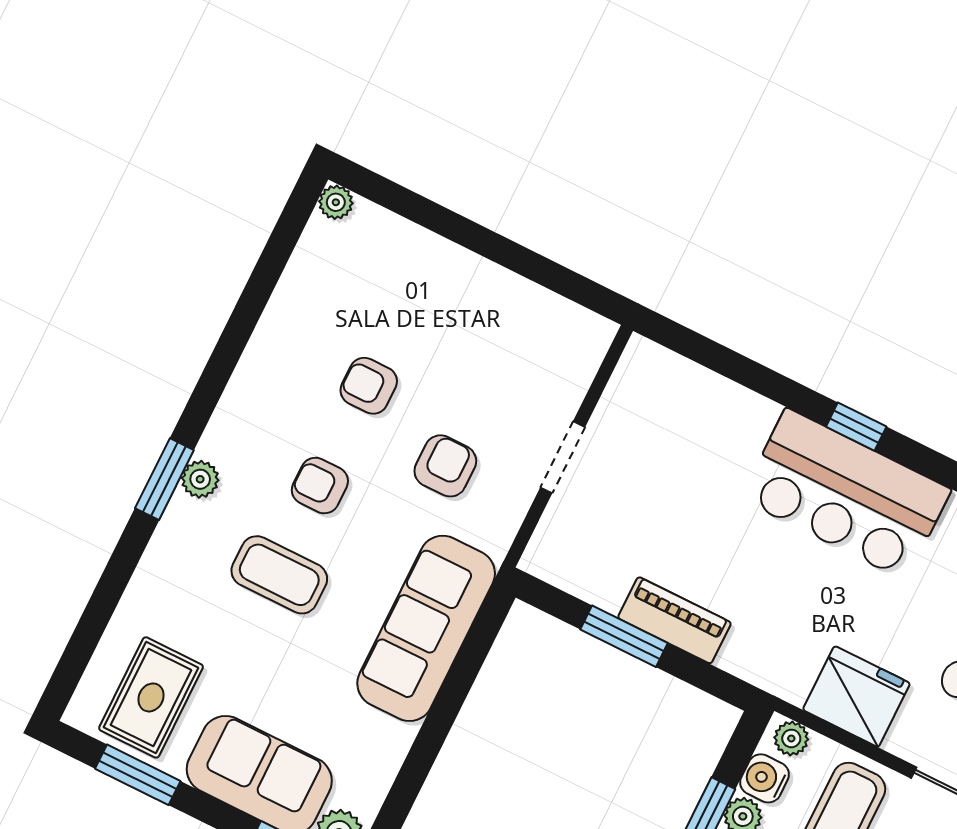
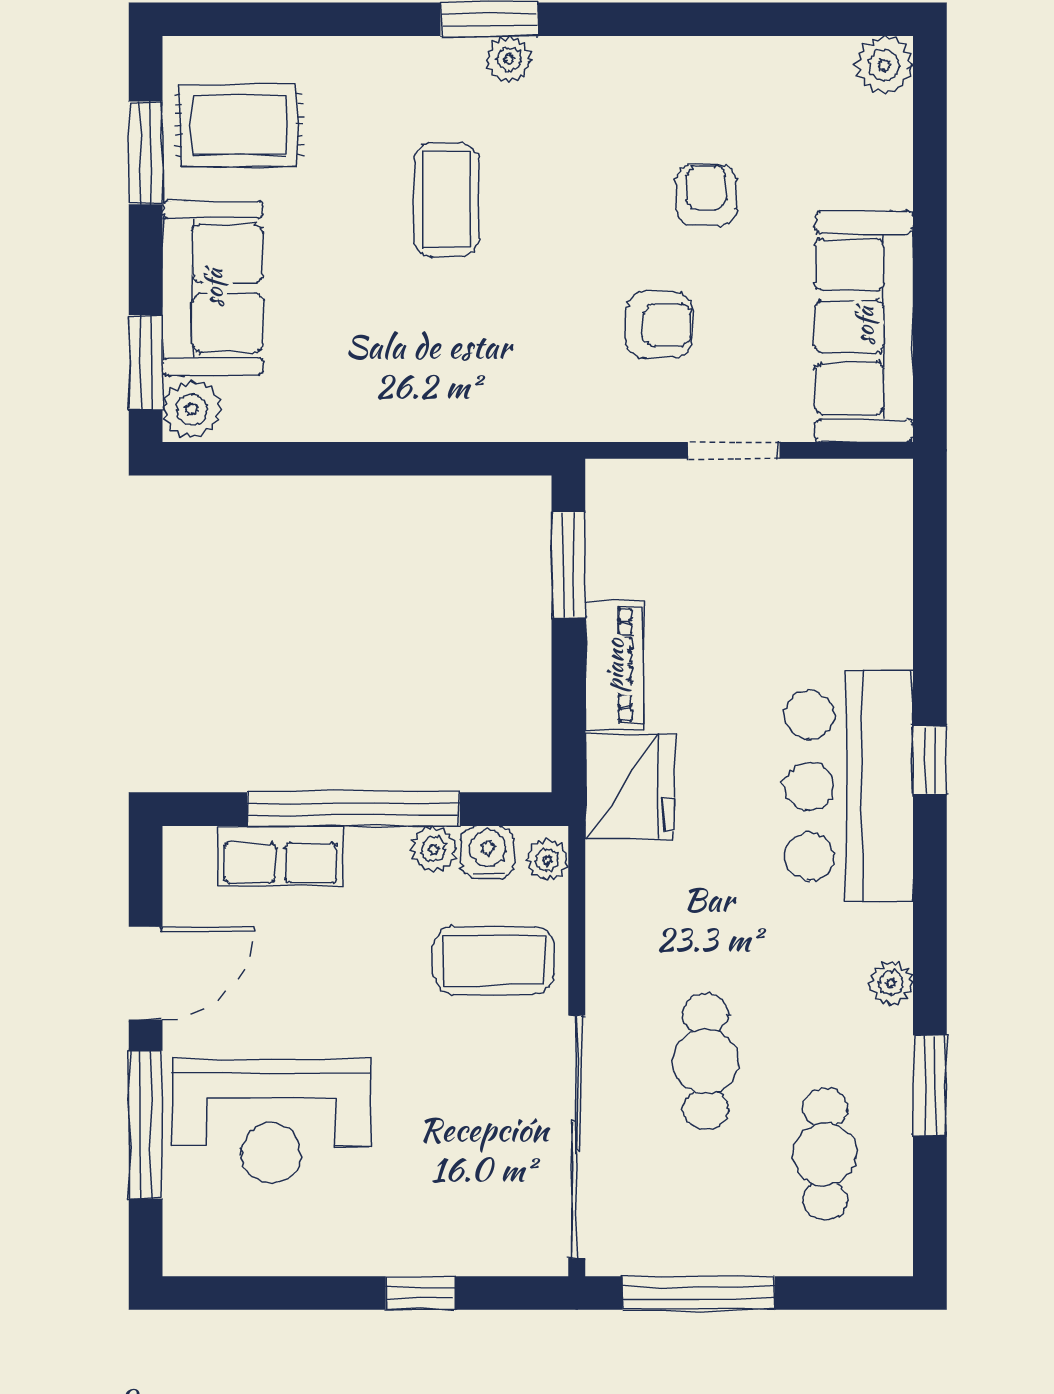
plant: (336, 202) -> (884, 65), width x1.38, depth x1.38
armchair: (320, 486) -> (568, 196), removed
sofa: (426, 628) -> (864, 326), moved, turned -90
window: (624, 636) -> (568, 565), moved
fridge: (856, 696) -> (630, 787), moved

